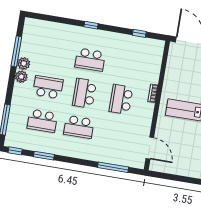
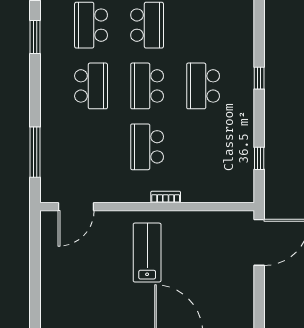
school desk: (84, 93) -> (147, 86), turned -90
school desk: (121, 99) -> (147, 147), turned -90
school desk: (79, 127) -> (91, 86), turned 180

